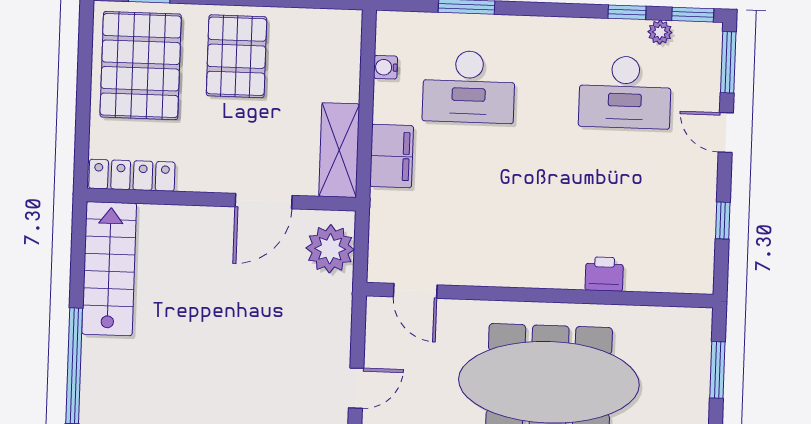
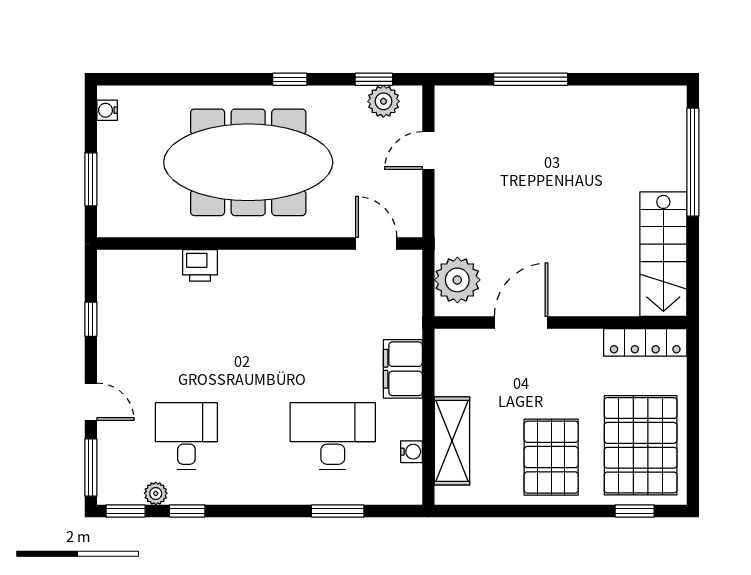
desk: (625, 92) -> (186, 436), width x0.73
shelving: (339, 150) -> (452, 441), moved

